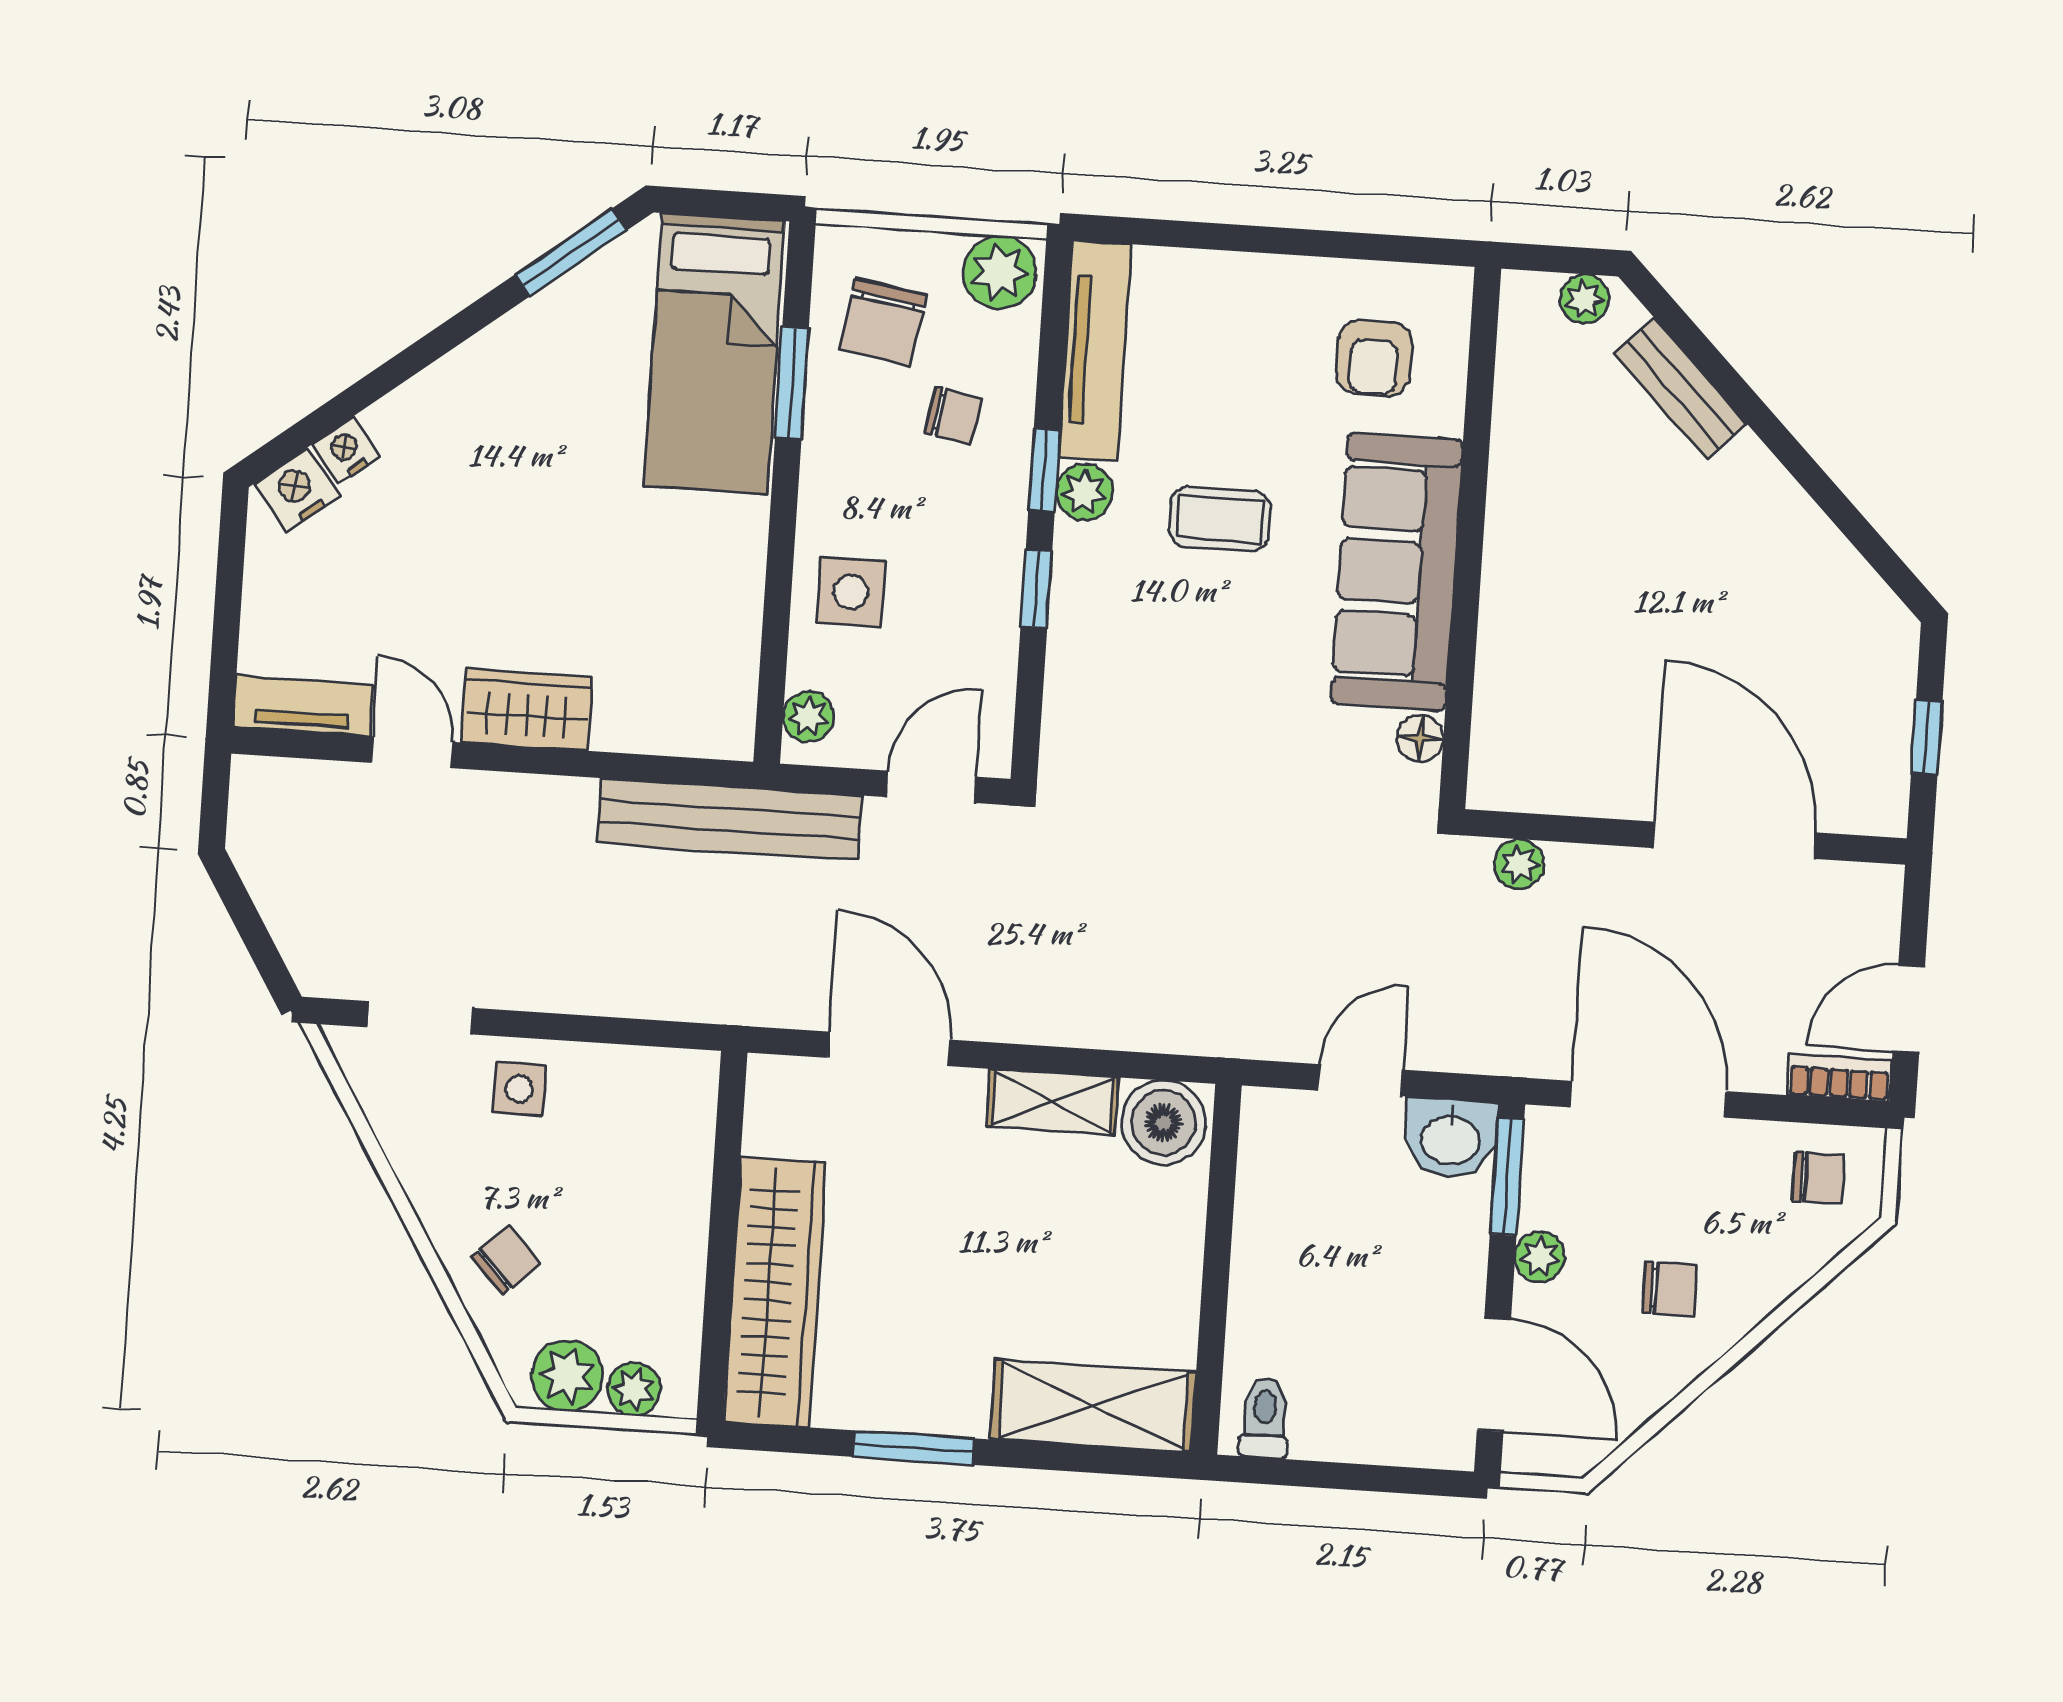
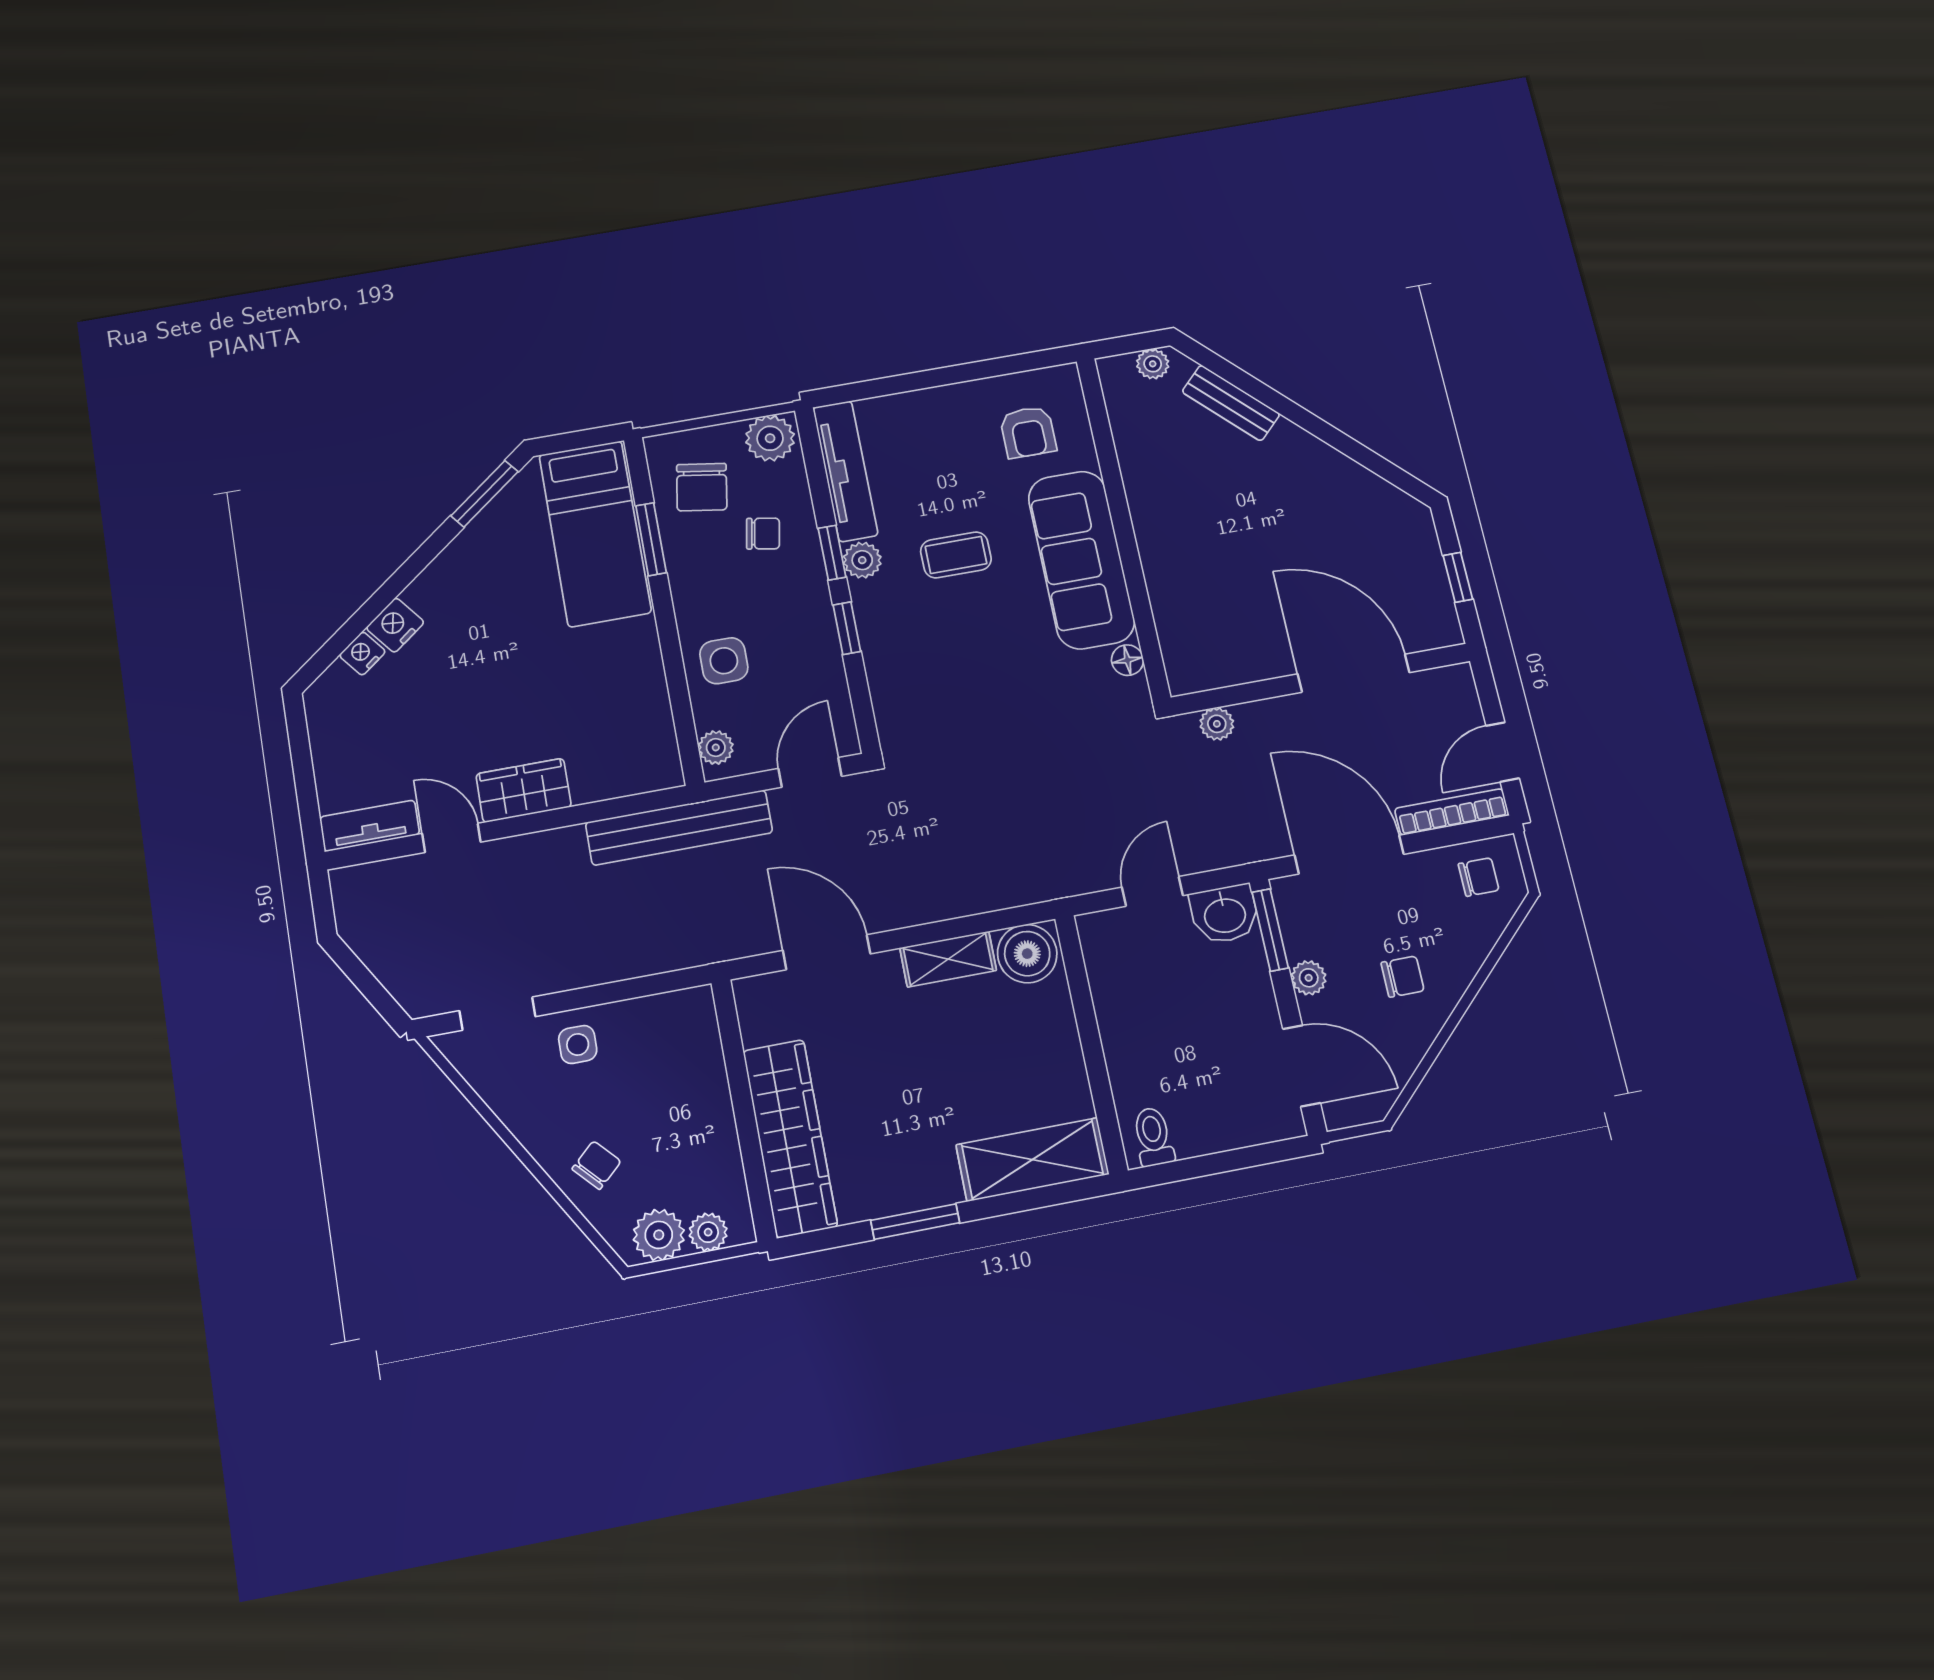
nightstand: (297, 490) -> (395, 625), moved
bookcase: (1839, 1078) -> (1452, 812), width x1.56

